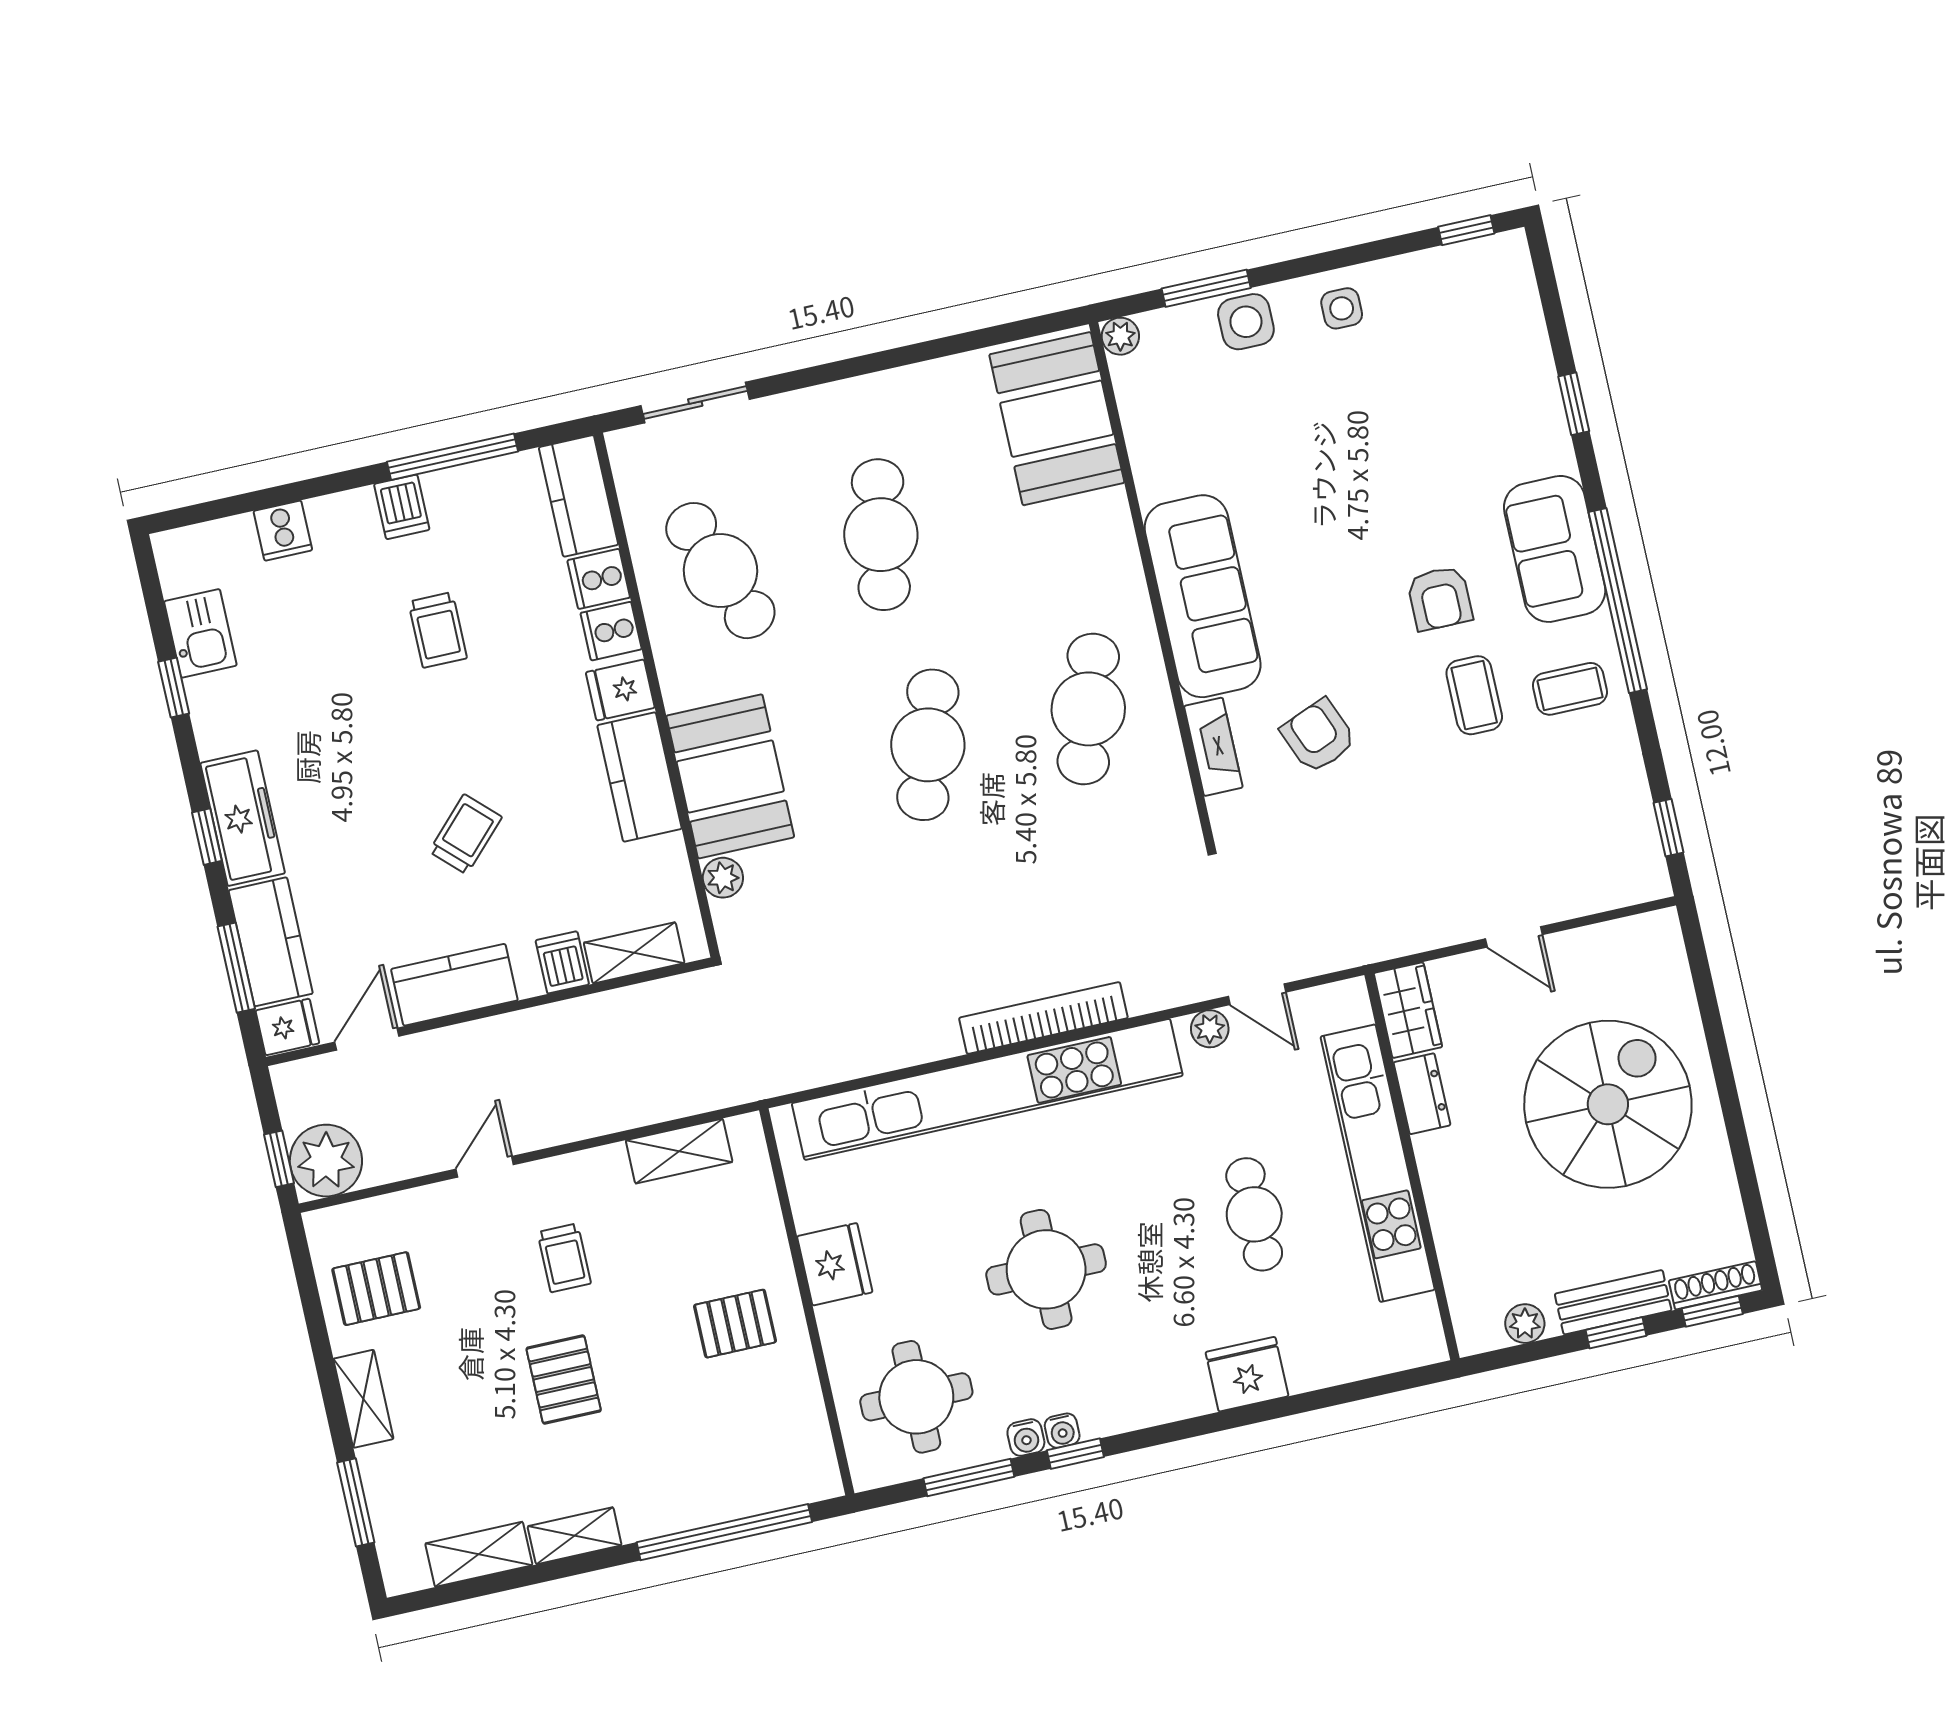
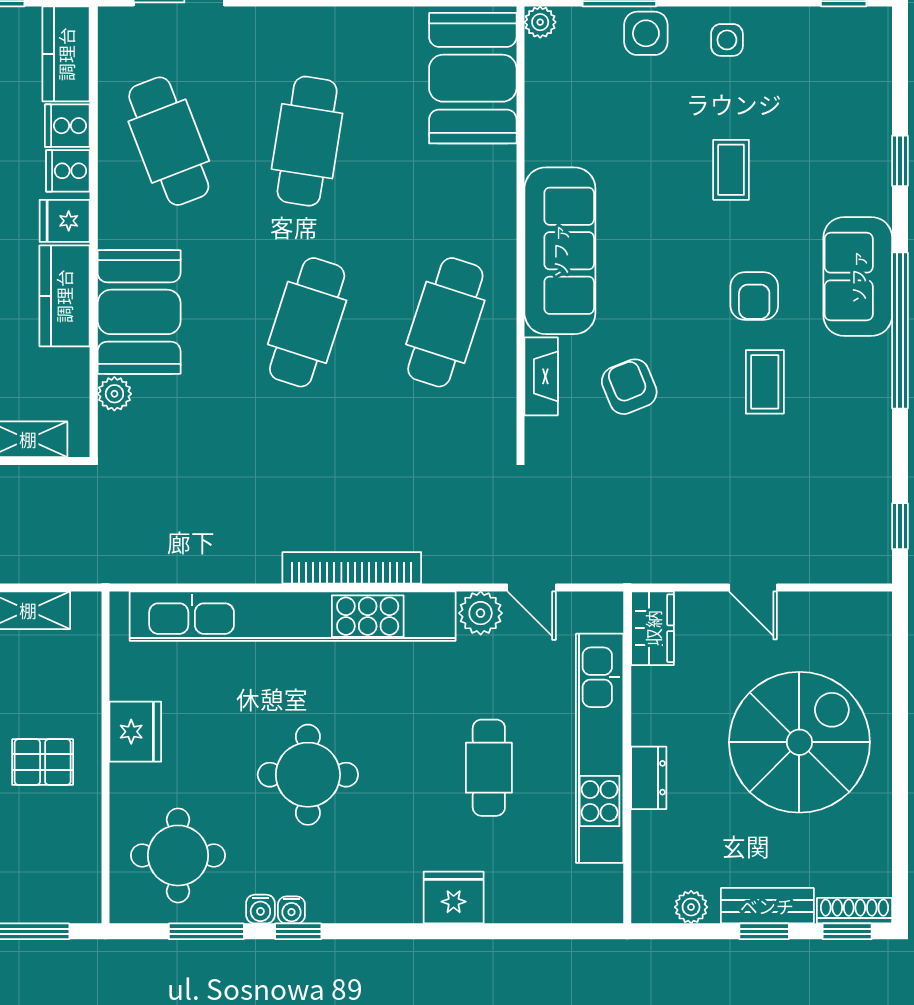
coffee table: (1570, 689) -> (731, 170), moved, turned 90
plant: (1210, 1029) -> (481, 613), width x1.38, depth x1.38
dresser: (1422, 1094) -> (649, 778), moved

